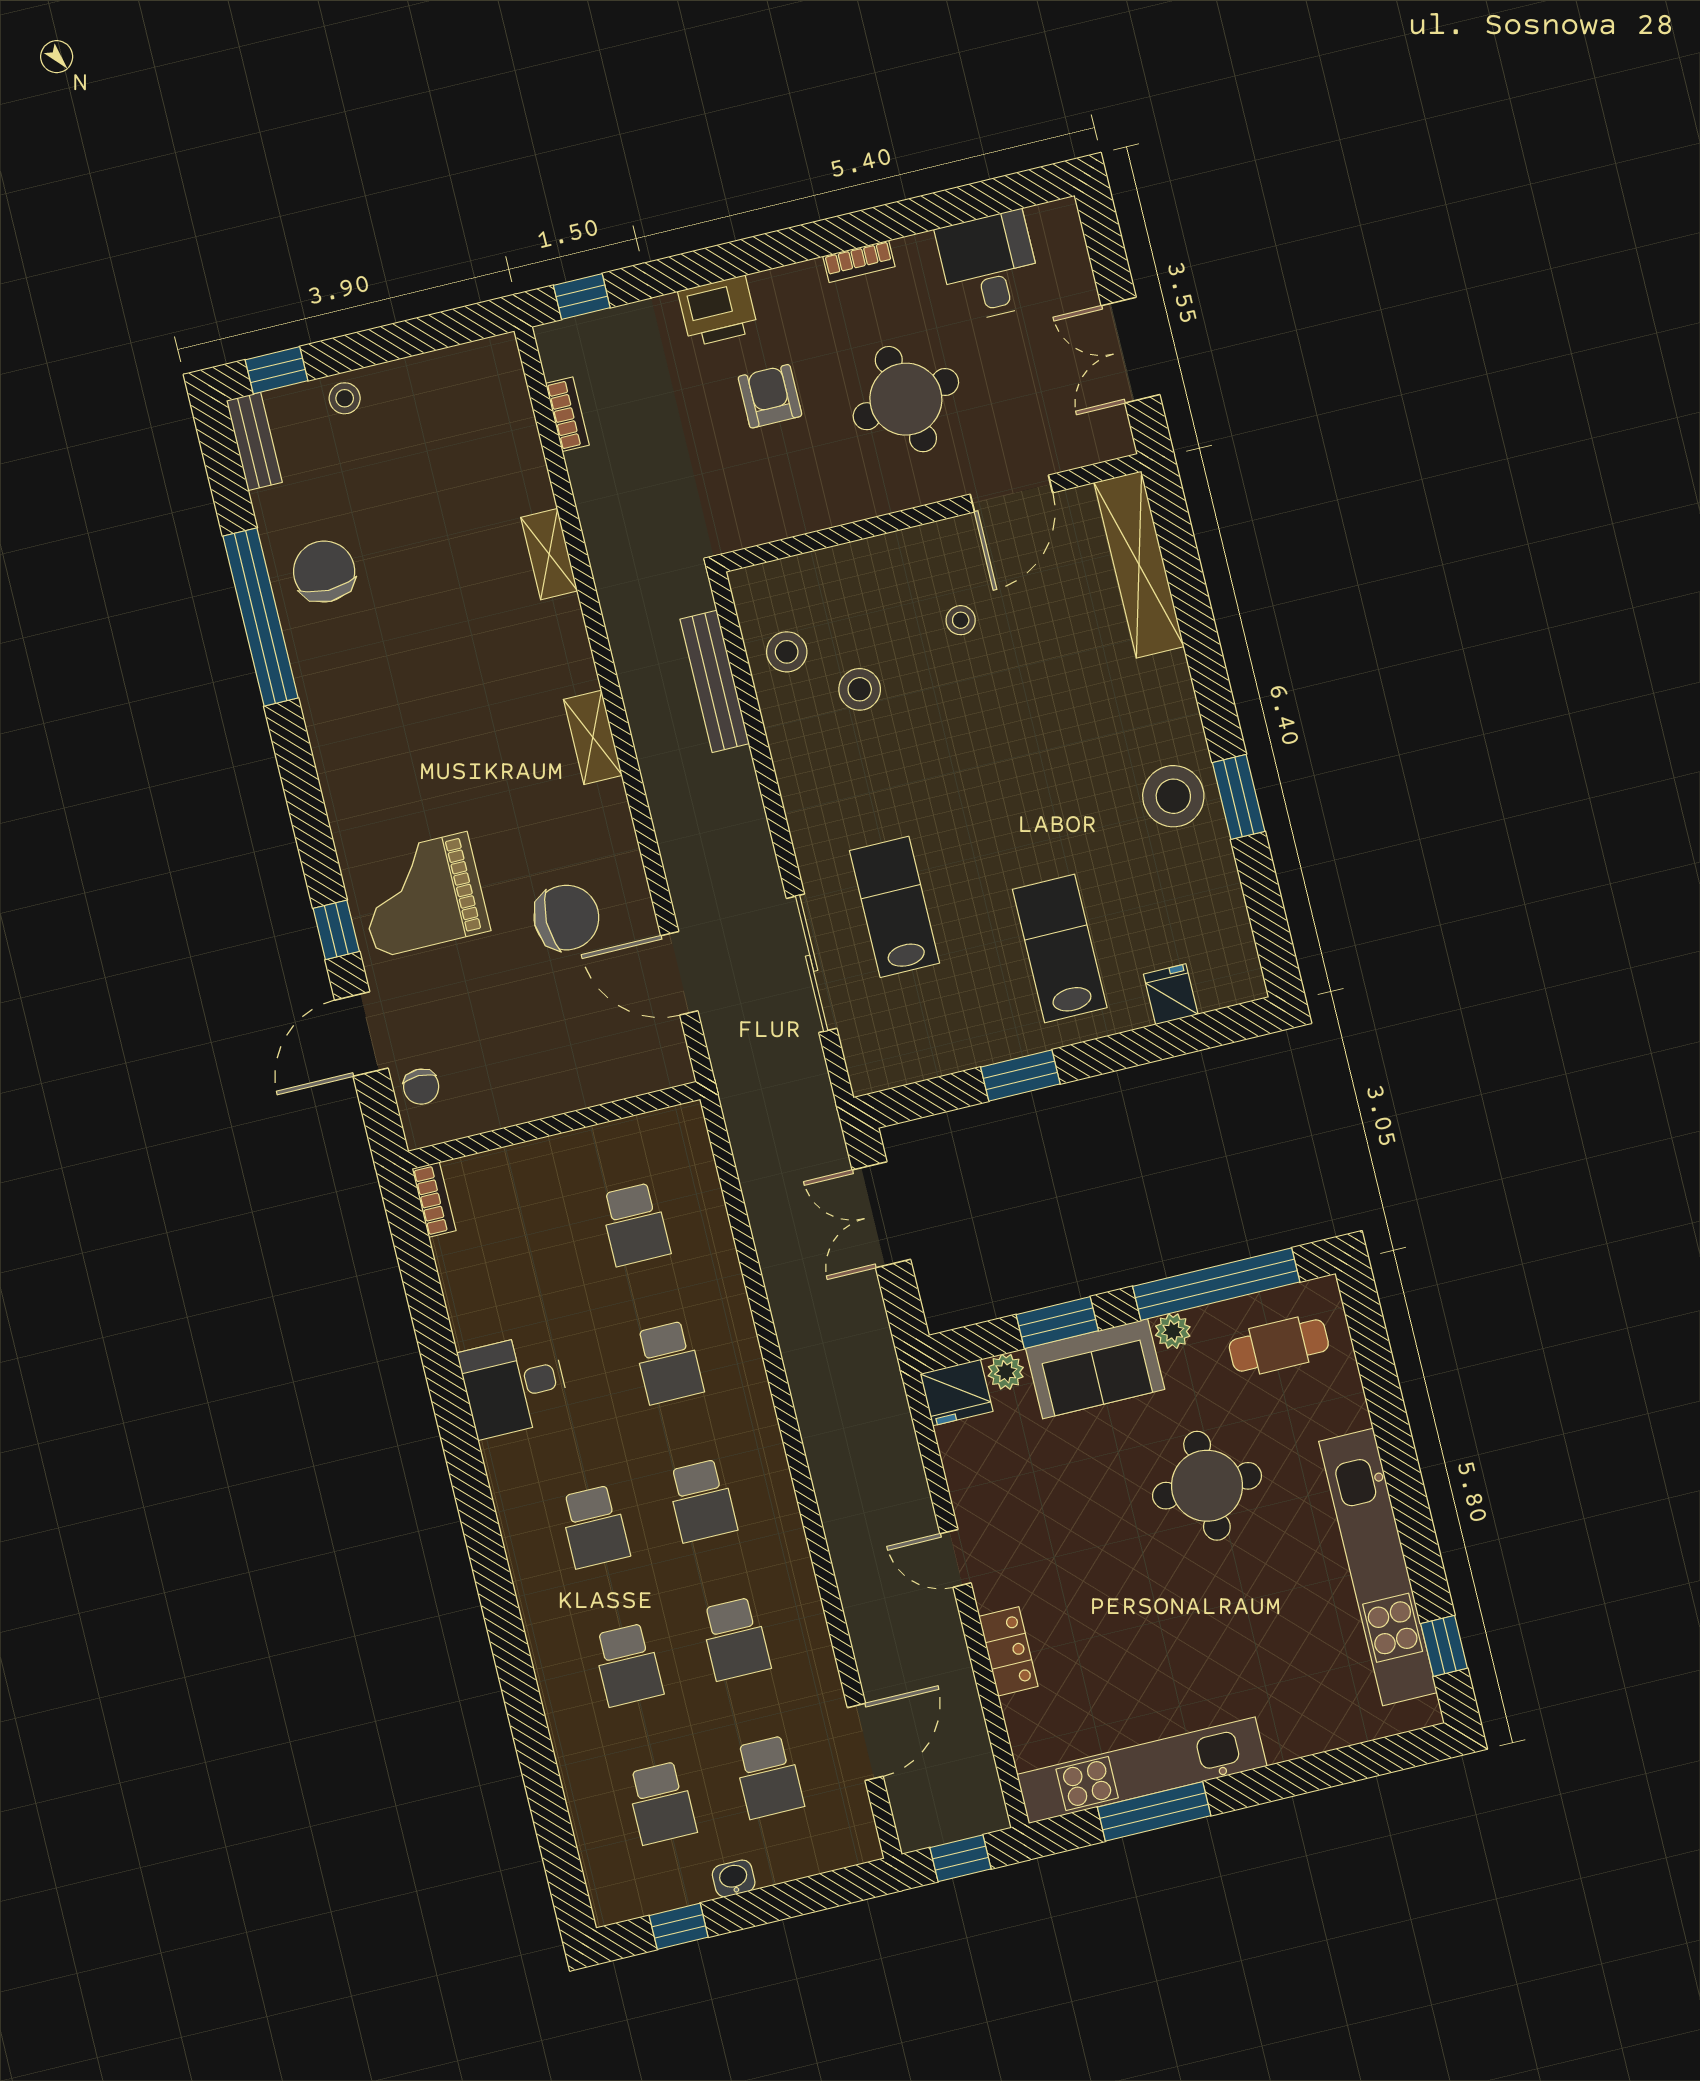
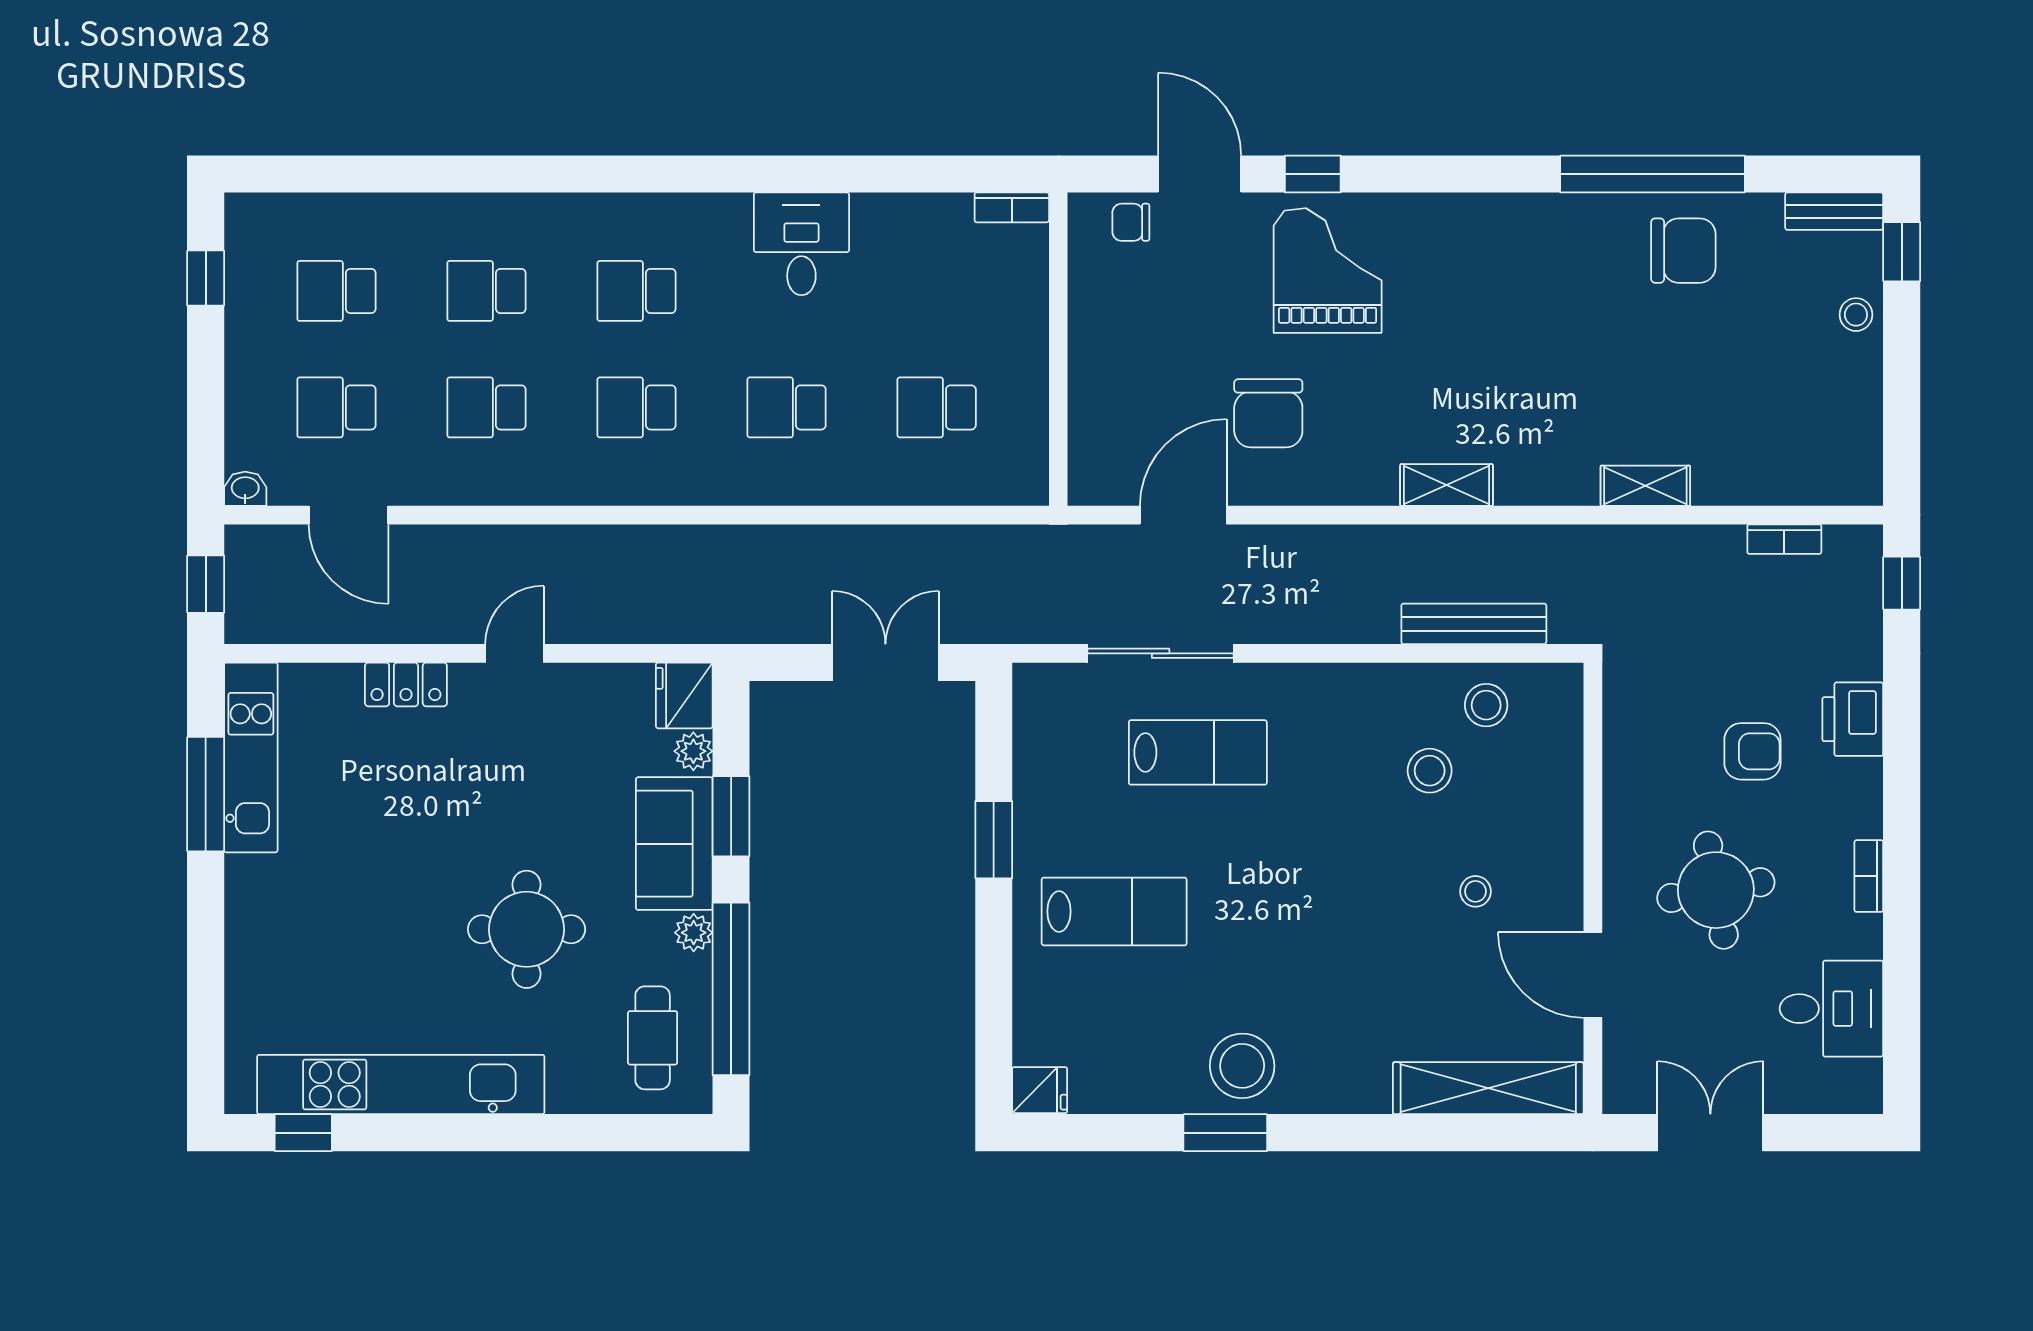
fridge: (1171, 994) -> (1040, 1090), moved
kitchen unit: (1142, 1770) -> (251, 757), width x0.73
washbasin: (734, 1878) -> (245, 489), moved, turned -90

